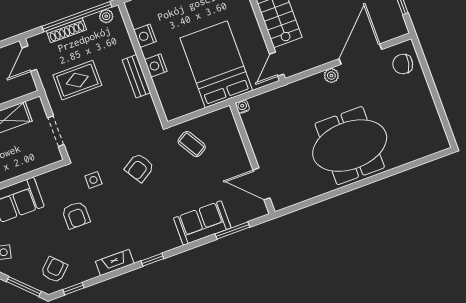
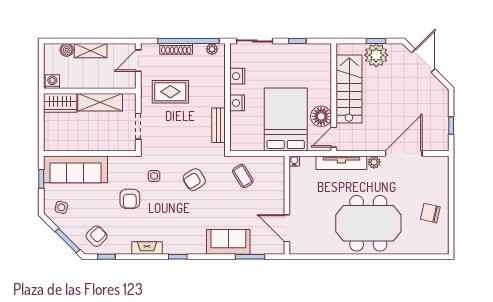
floor lamp: (254, 46) -> (321, 116), added
chair: (403, 64) -> (430, 213), moved
bench: (136, 76) -> (218, 125), moved
tv unit: (295, 89) -> (341, 163), added

